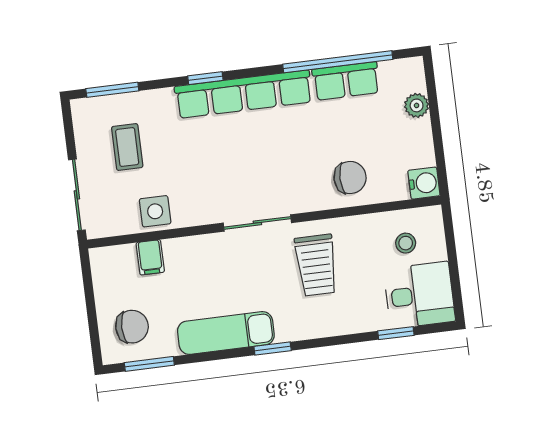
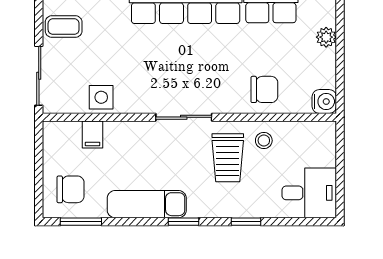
coffee table: (127, 147) -> (64, 27), moved, turned 90
stool: (406, 243) -> (264, 141), moved
window: (396, 333) -> (246, 222), moved

